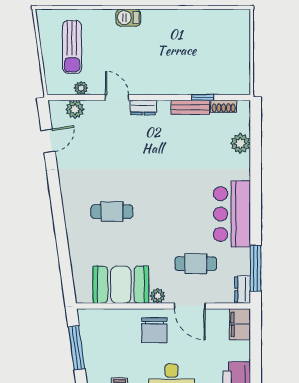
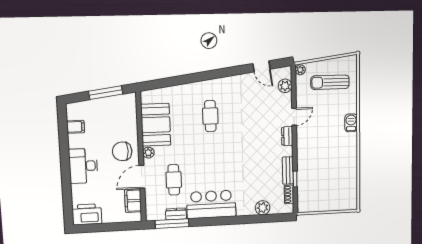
plant: (81, 88) -> (300, 70), moved
dresser: (243, 290) -> (176, 214), moved
filing cabinet: (240, 324) -> (133, 201), moved, turned -90

